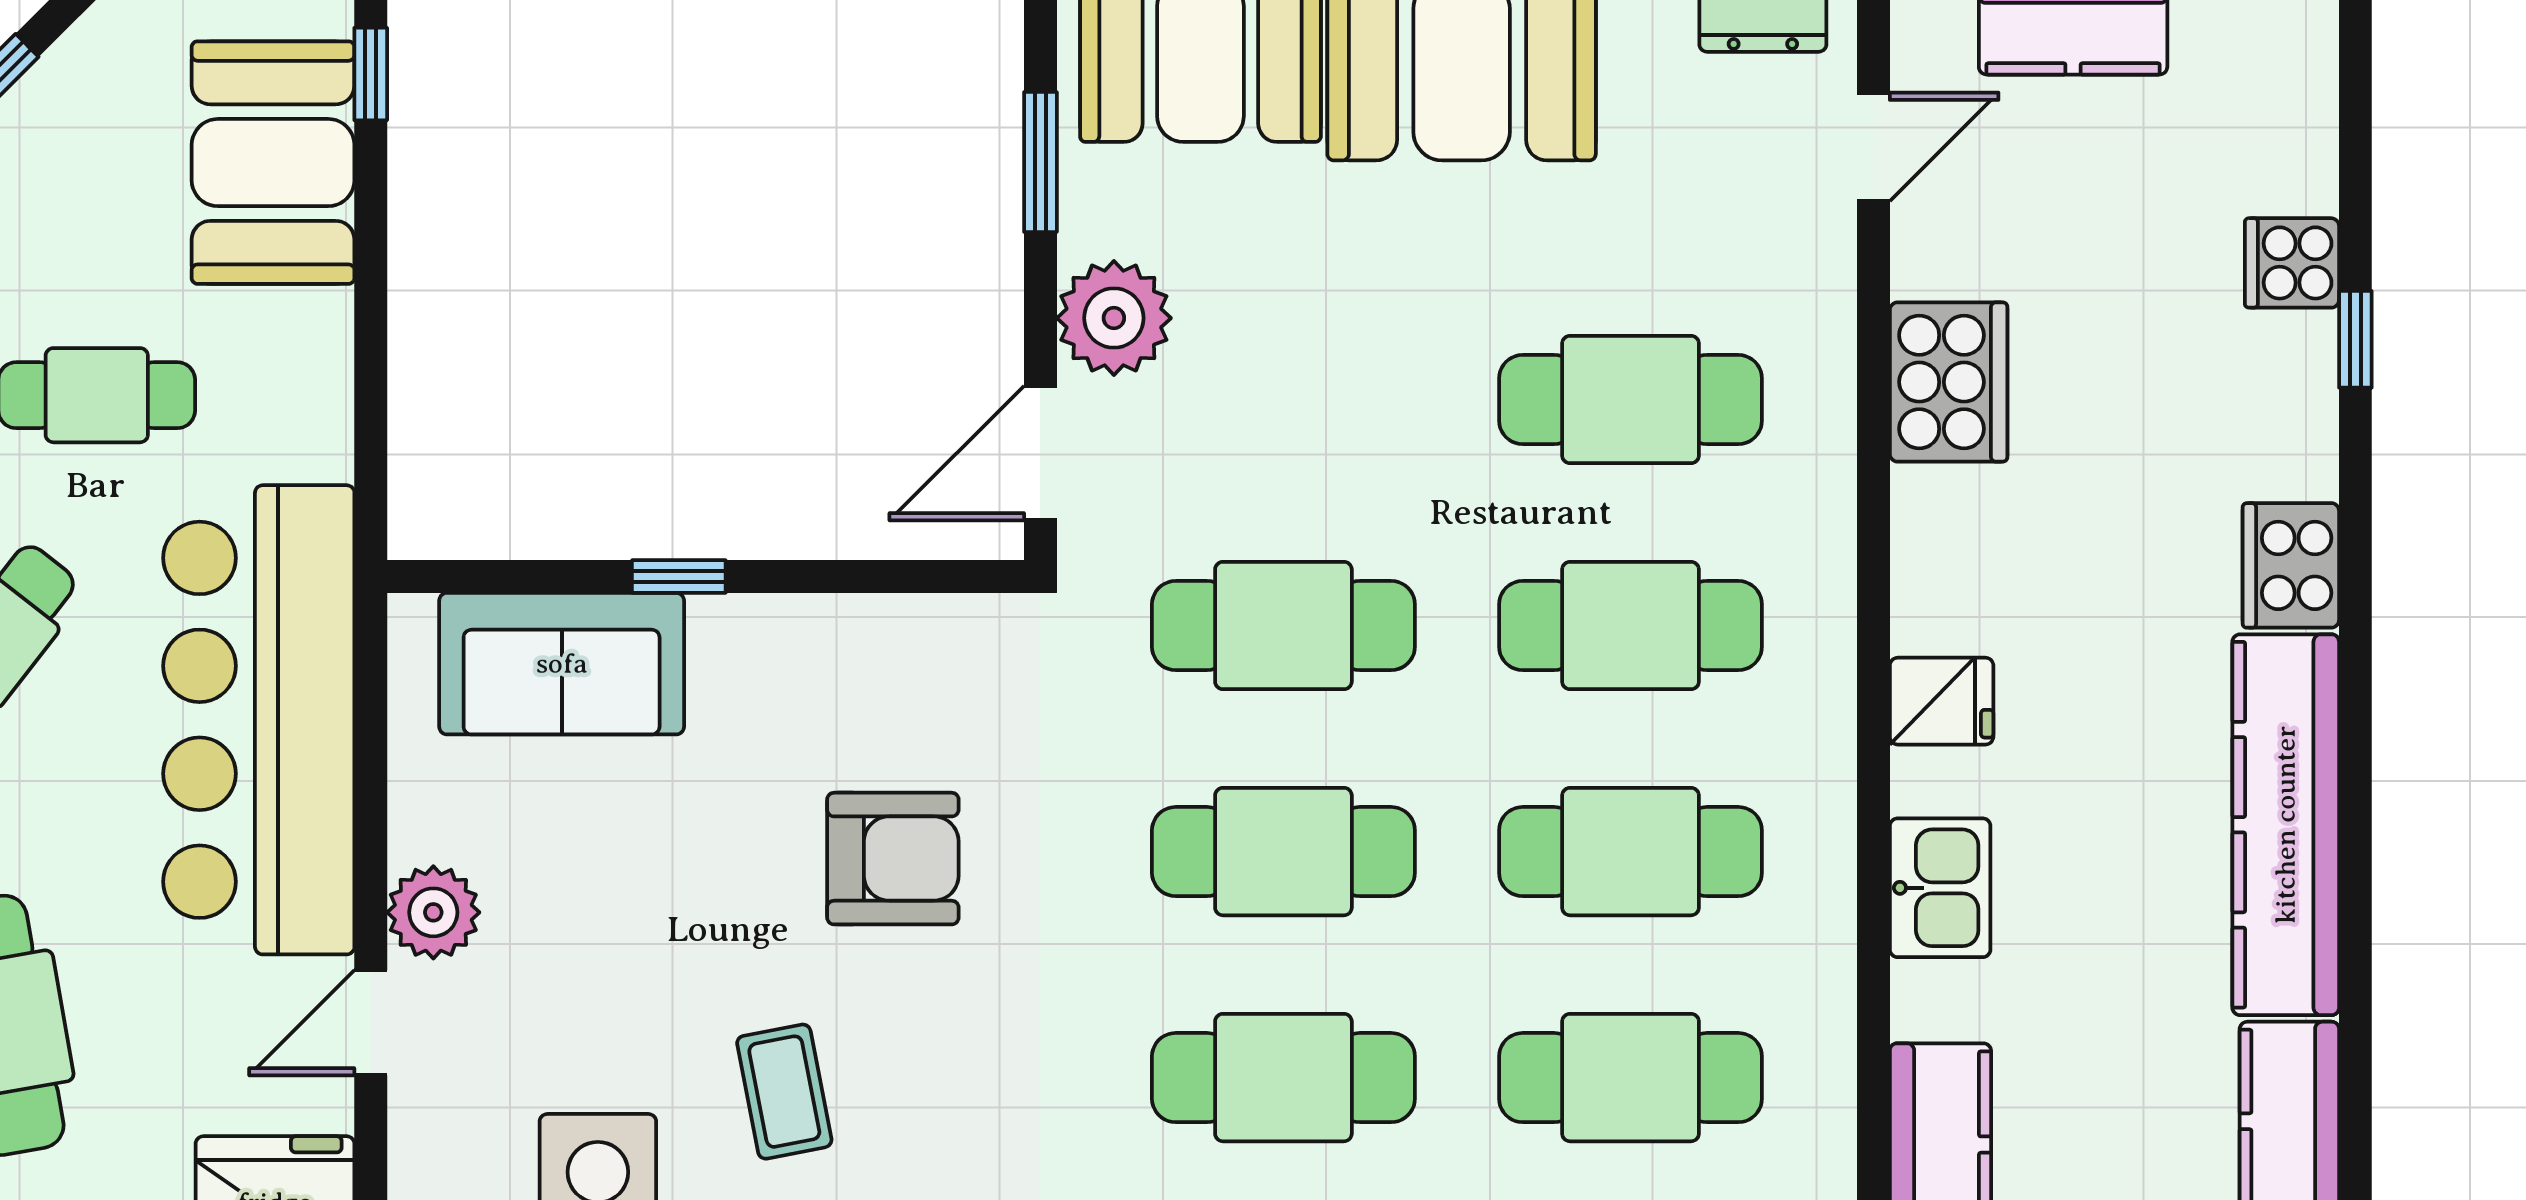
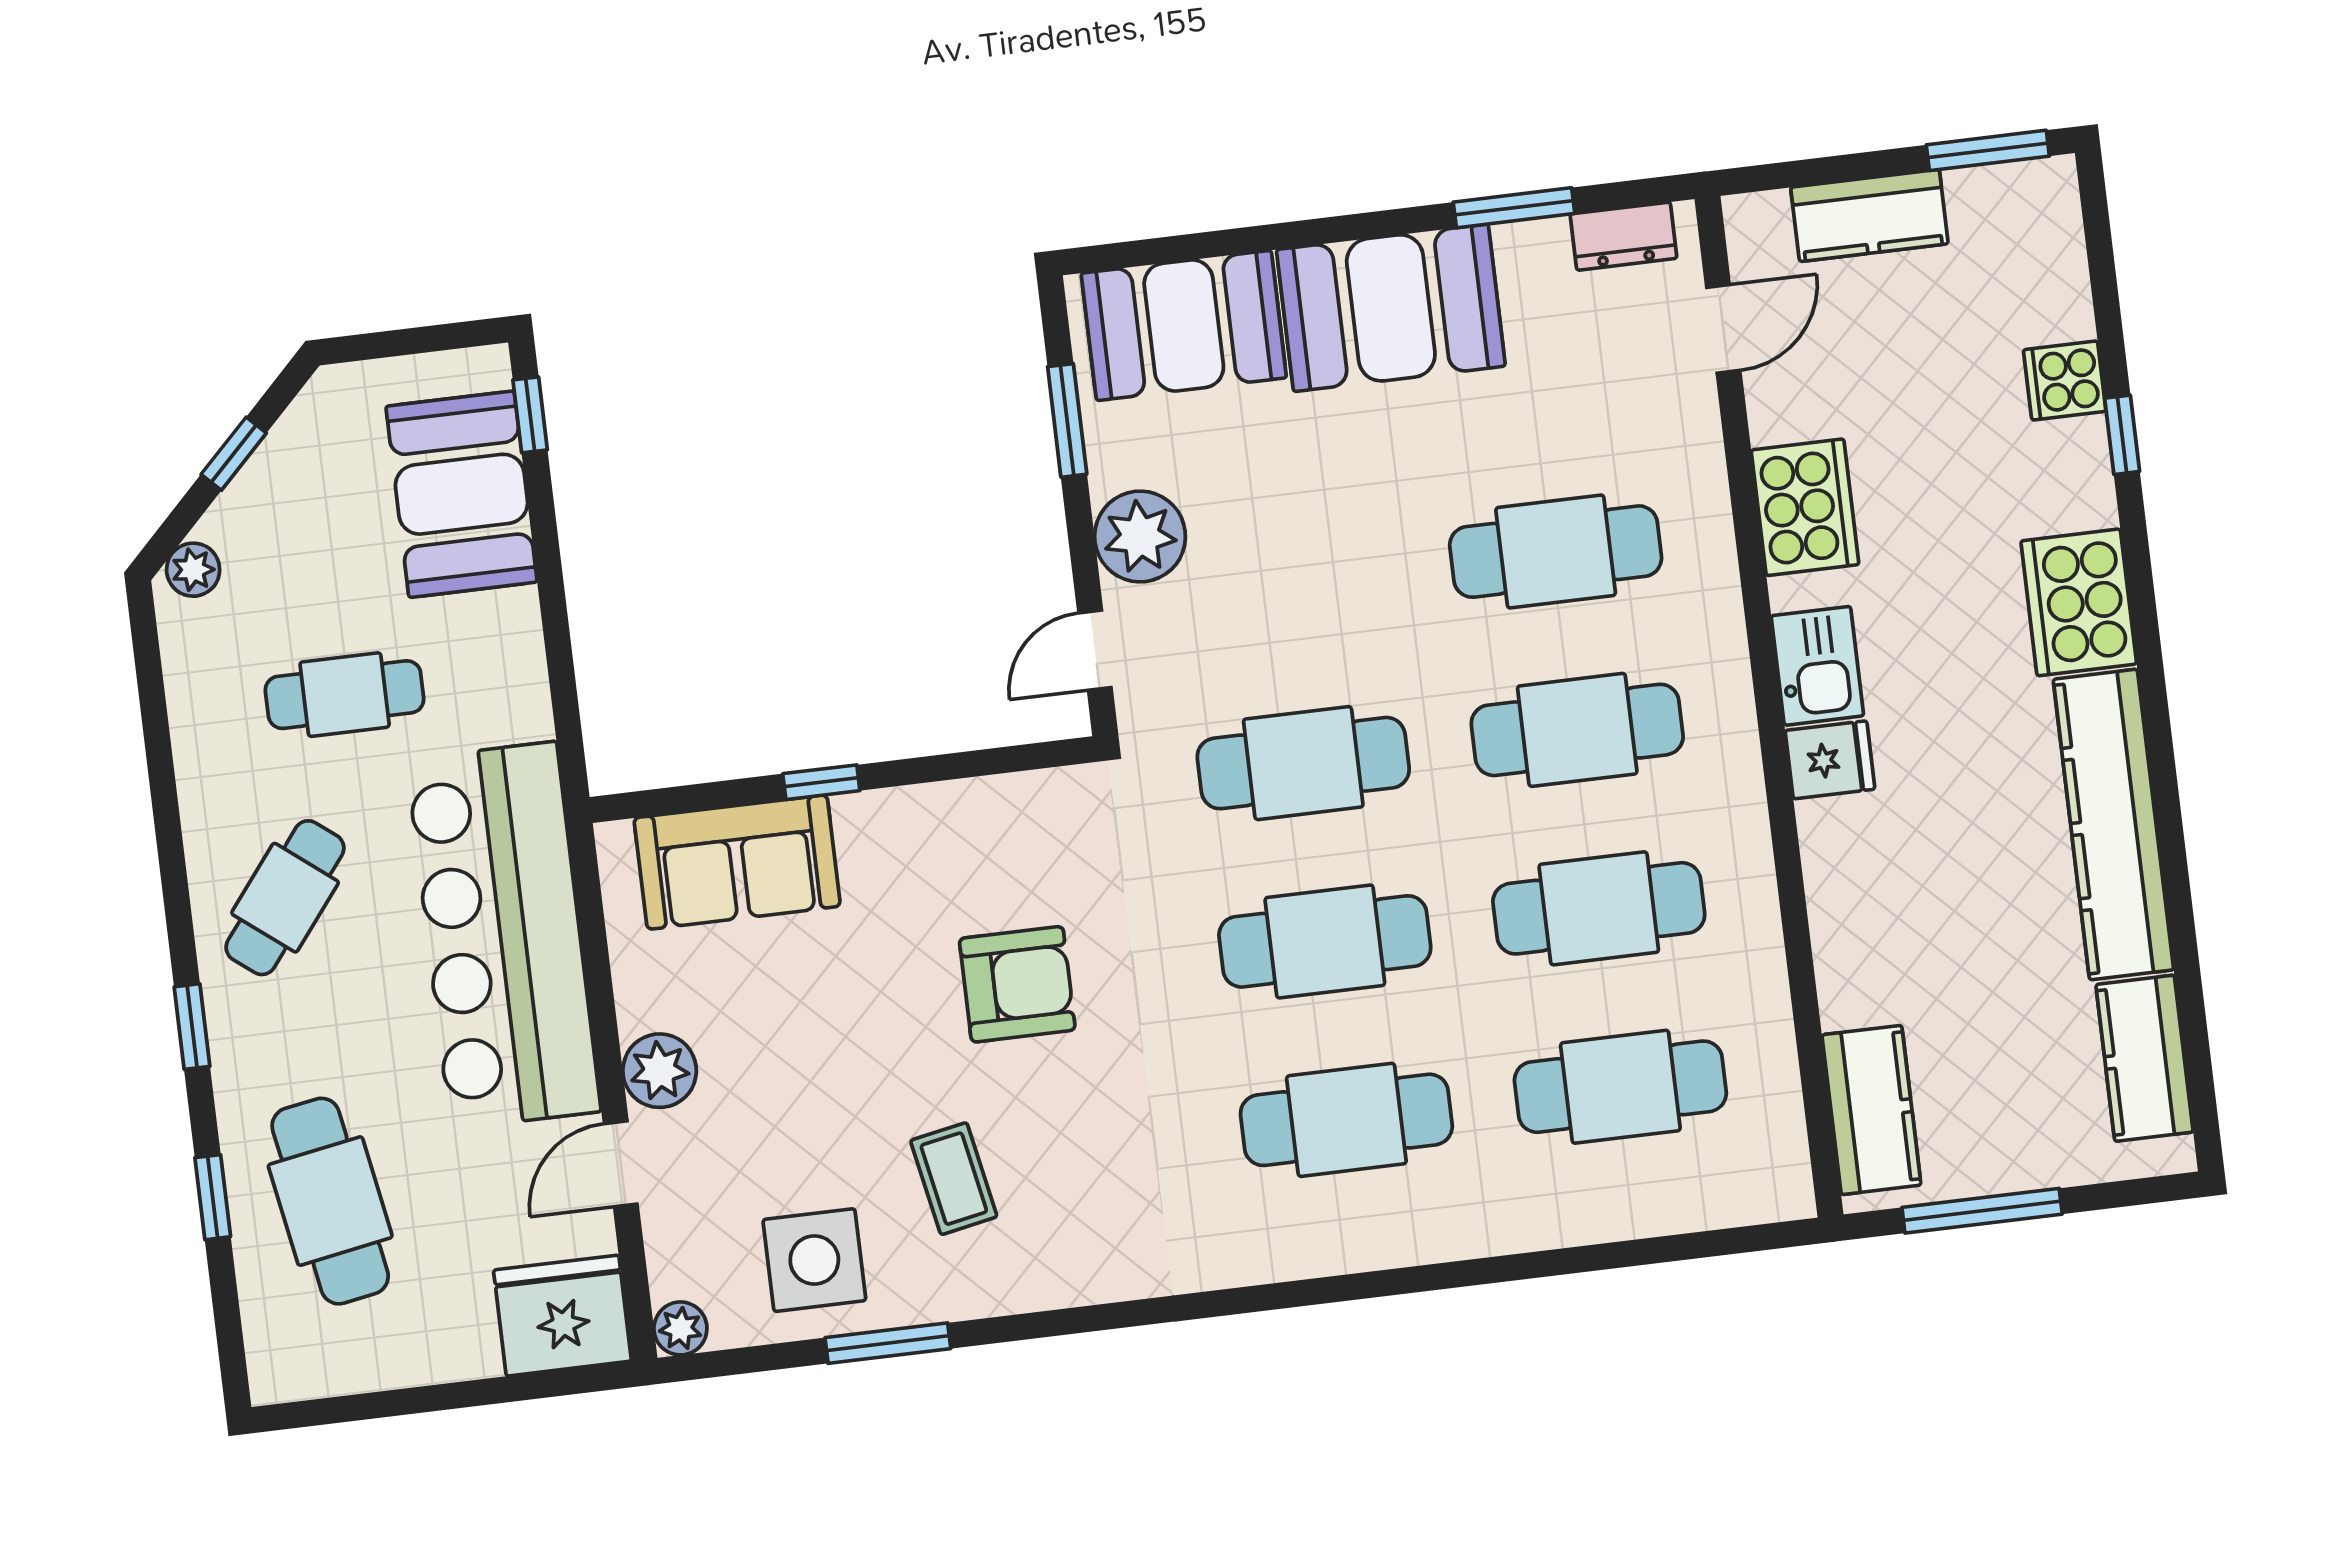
door: (1040, 453) -> (1095, 650), width x0.73
cooker: (2291, 565) -> (2079, 602), width x1.37, depth x1.31
kitchen sink: (1940, 888) -> (1817, 666), moved

